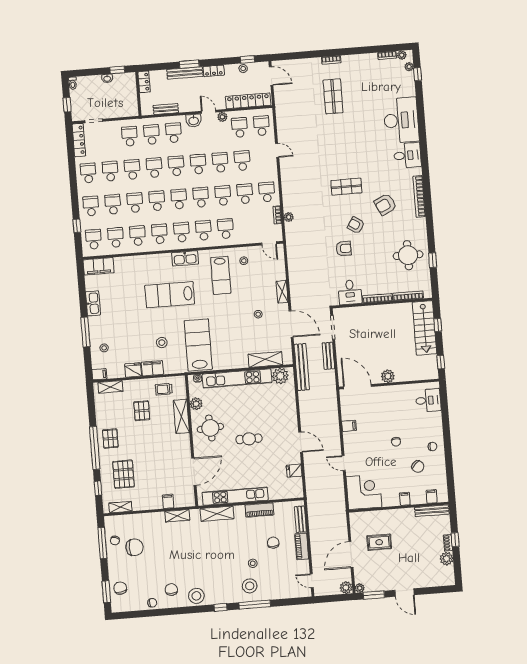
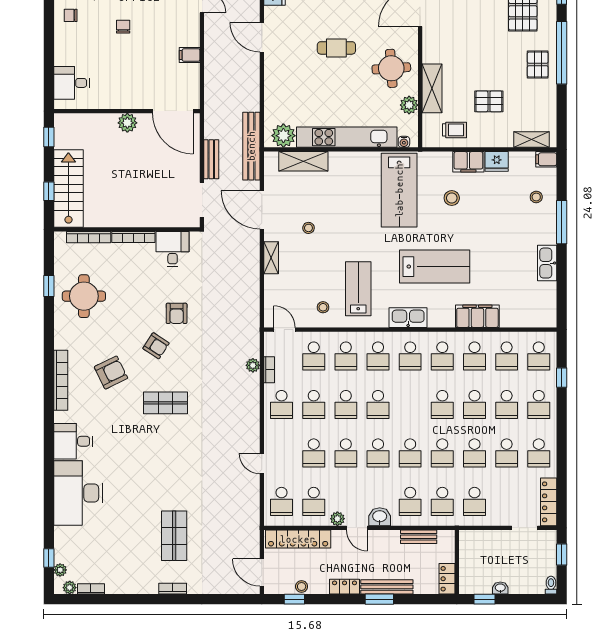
school desk: (179, 199) -> (314, 356), moved
armchair: (344, 248) -> (177, 313), turned -90
filing cabinet: (99, 266) -> (477, 316), moved
pallet: (142, 411) -> (489, 101), turned 90

